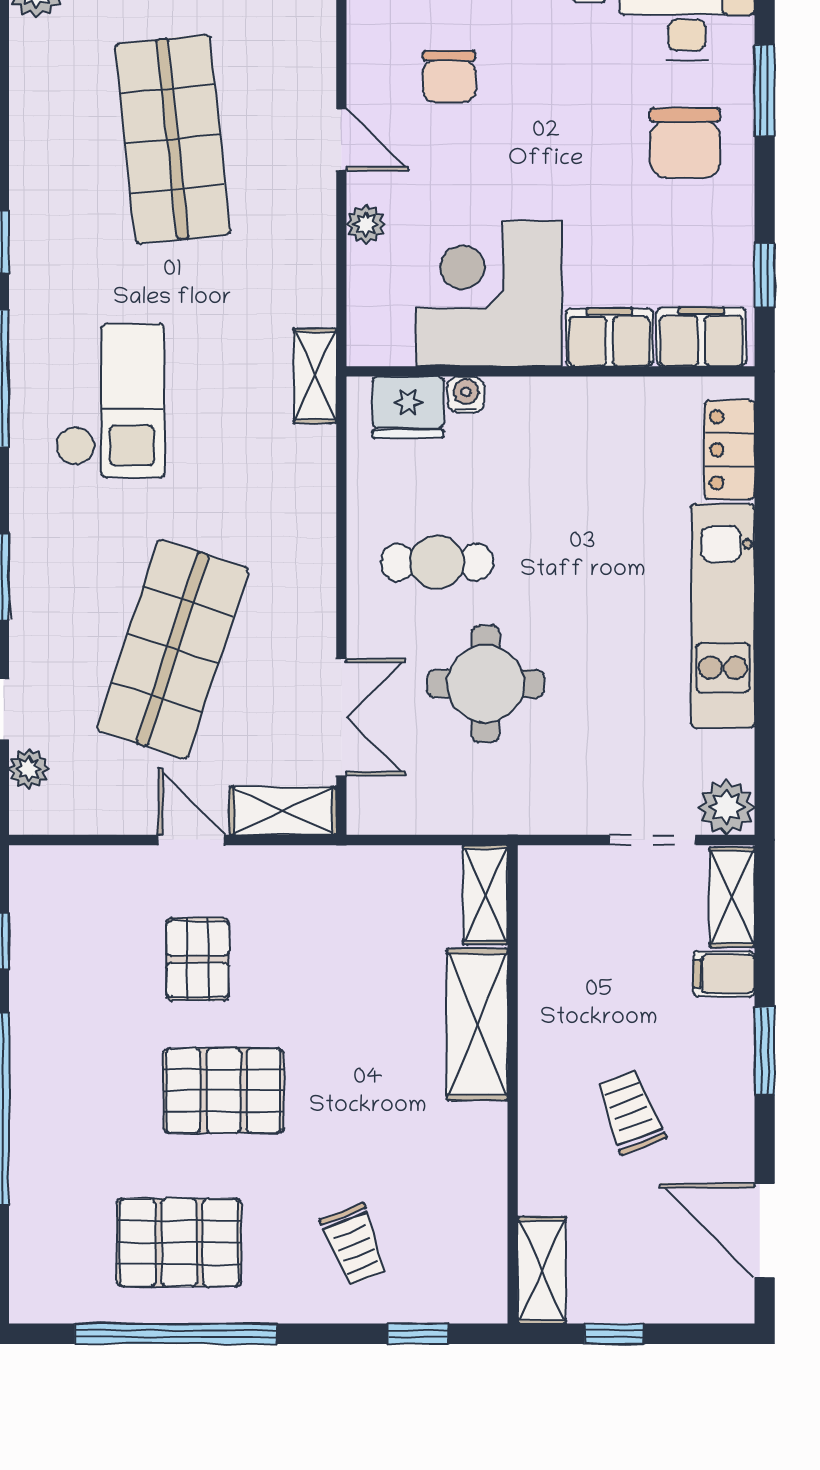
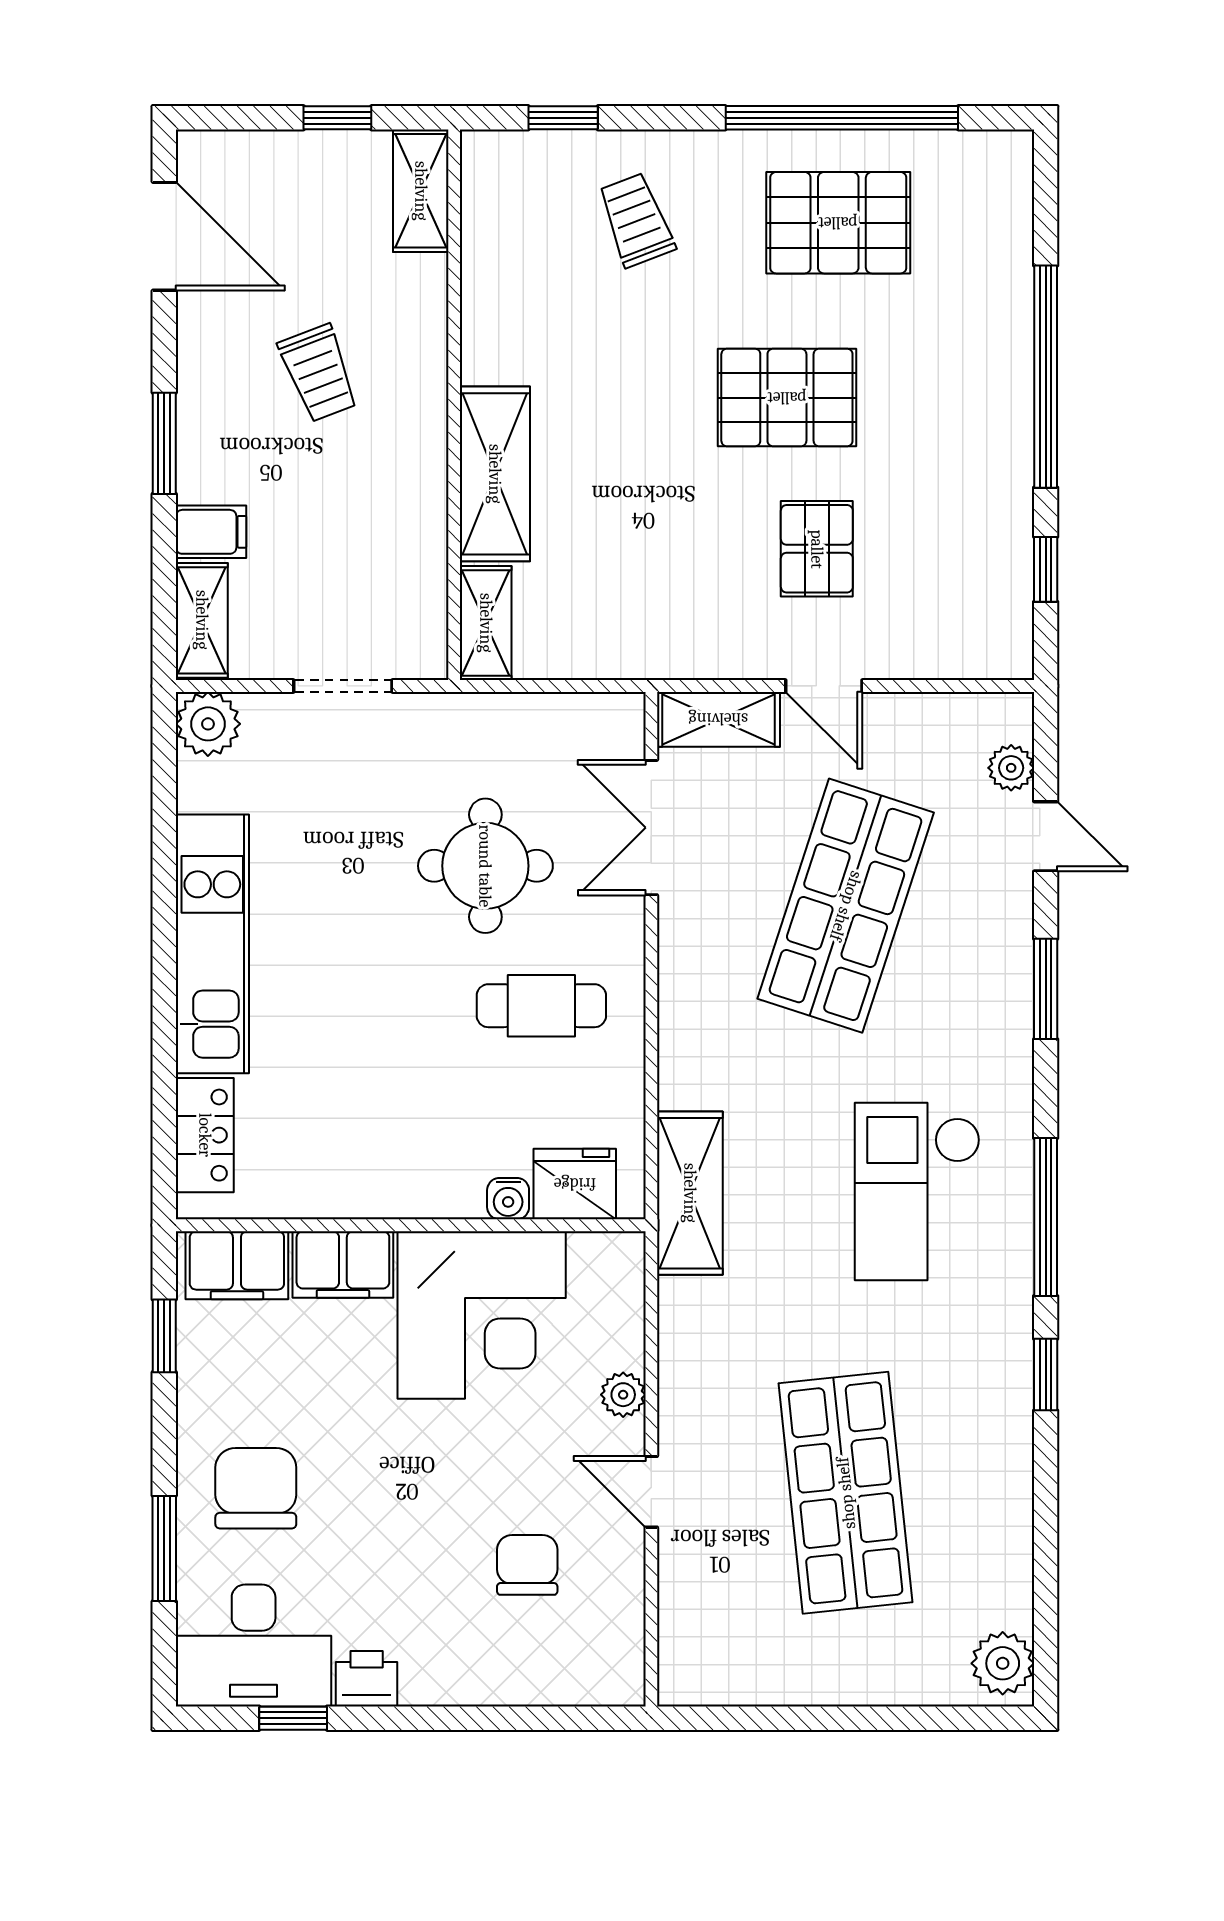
shelving: (315, 376) -> (690, 1193), width x1.50, depth x1.33
doorway: (653, 840) -> (343, 686), moved

